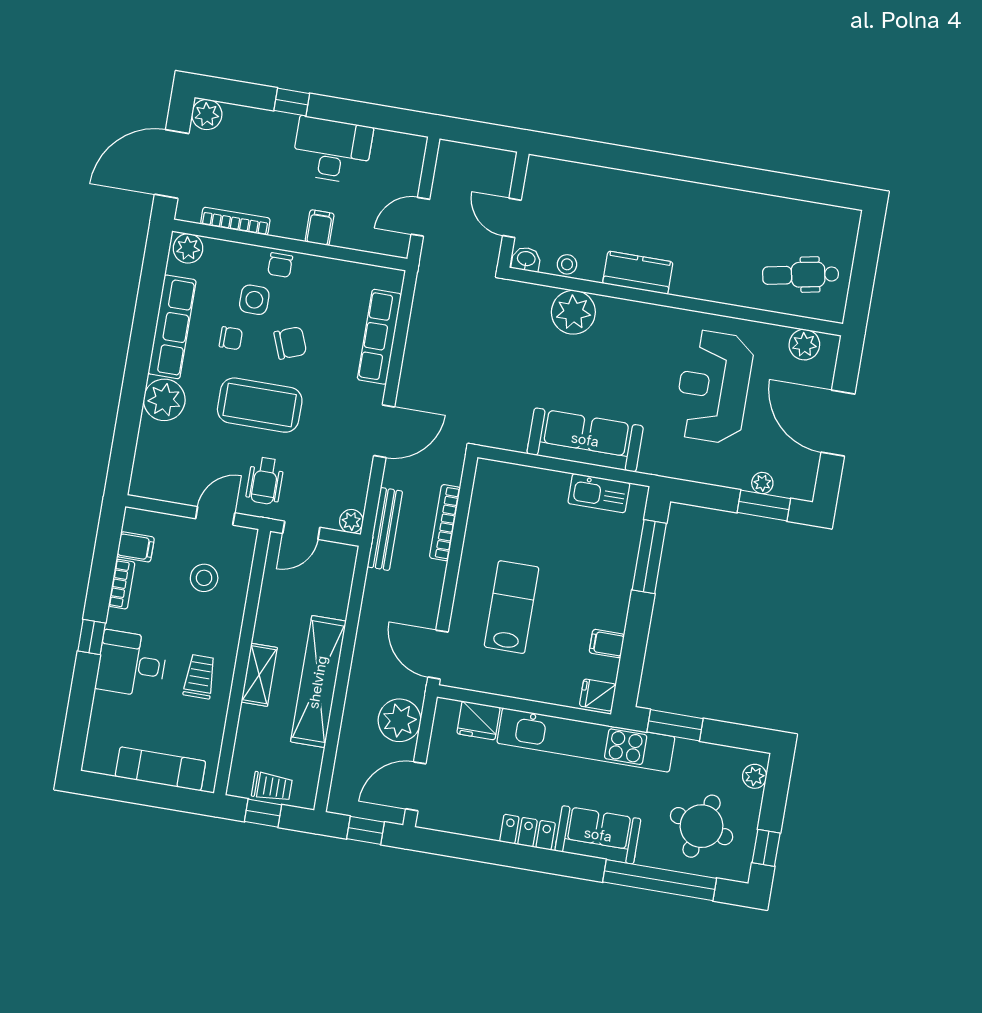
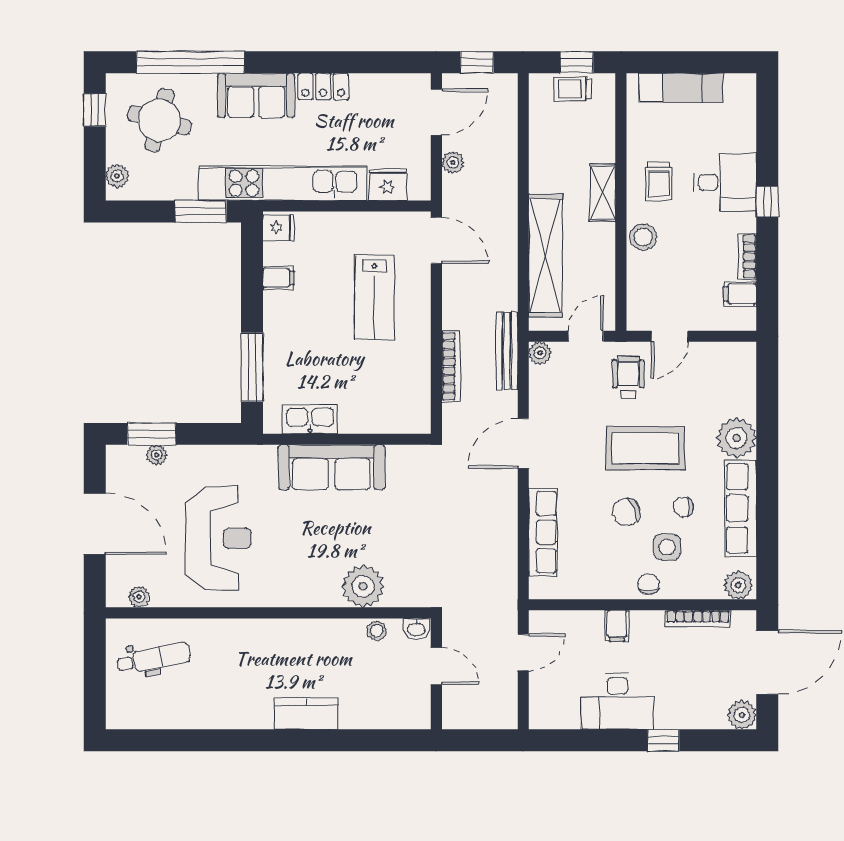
kitchen counter: (638, 273) -> (306, 714), moved, turned 180
plant: (804, 345) -> (139, 597), width x0.73, depth x0.73
stool: (204, 578) -> (643, 237), moved
shelving: (318, 682) -> (545, 255), moved
plant: (400, 720) -> (453, 162), width x0.53, depth x0.53

